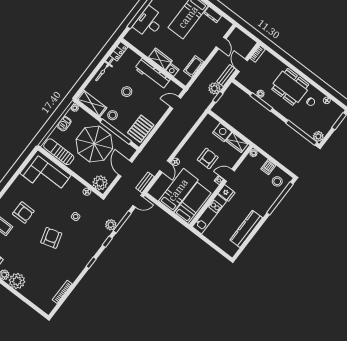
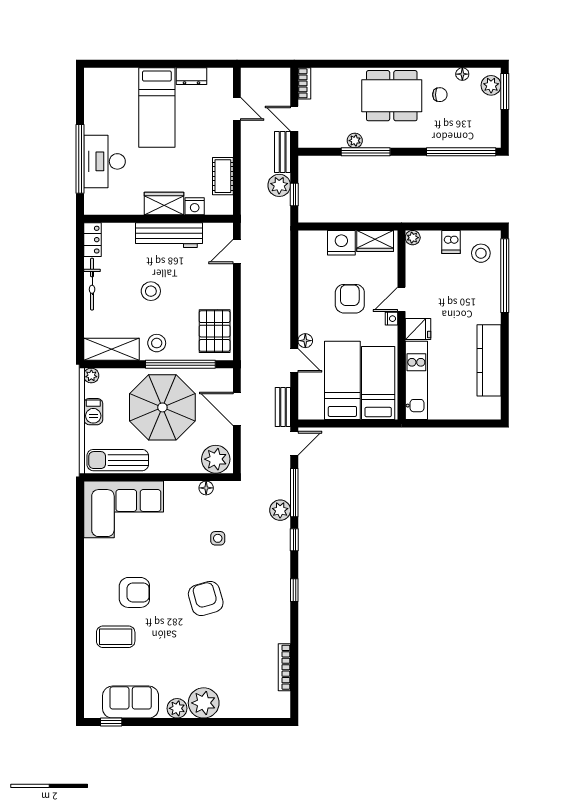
plant: (318, 136) -> (491, 85), moved

